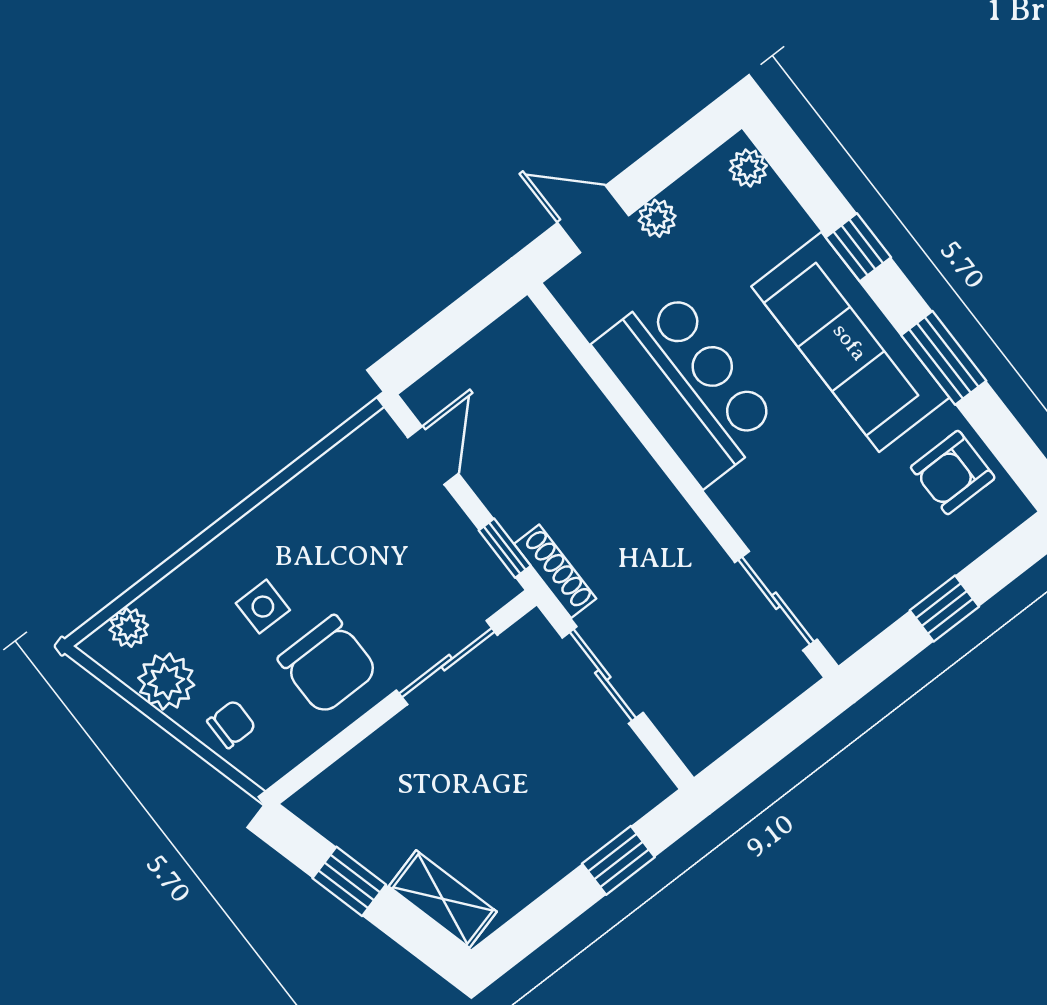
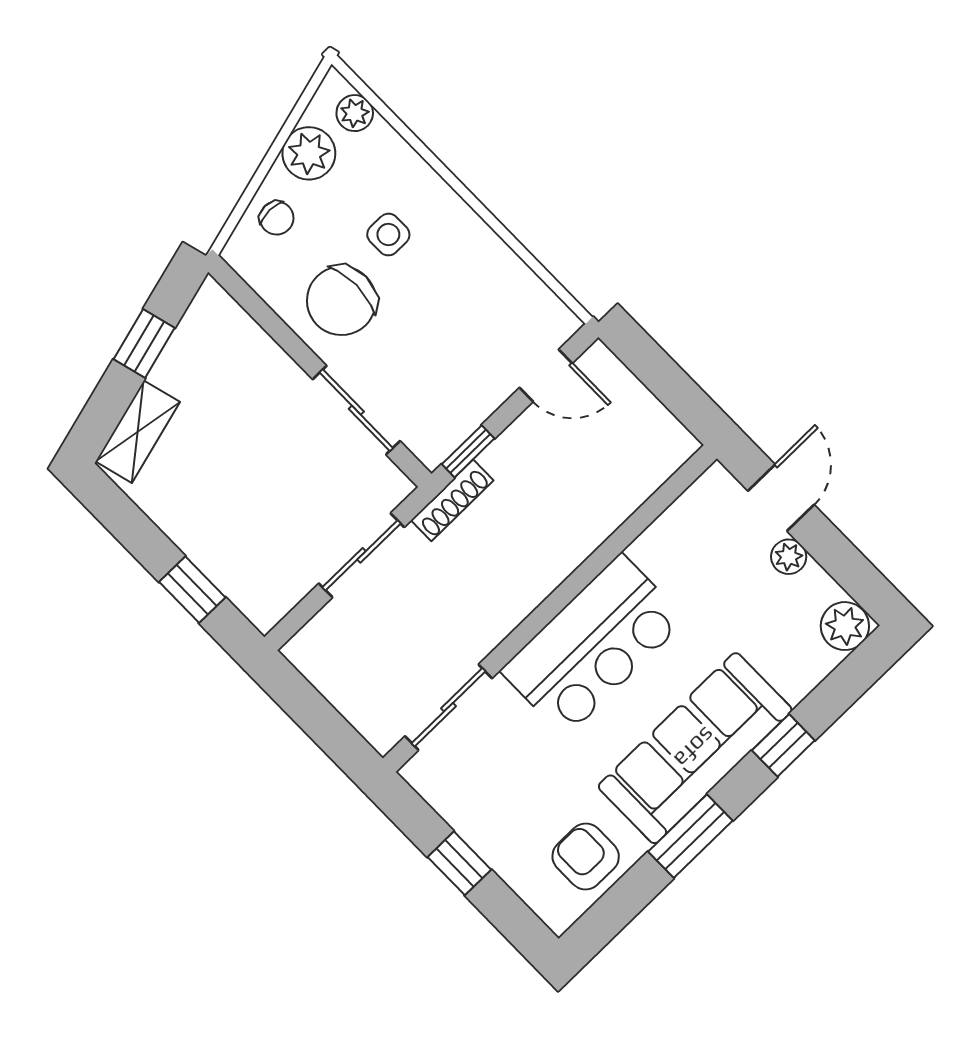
plant: (748, 168) -> (845, 626), width x1.38, depth x1.38
bar counter: (687, 386) -> (593, 645), moved

